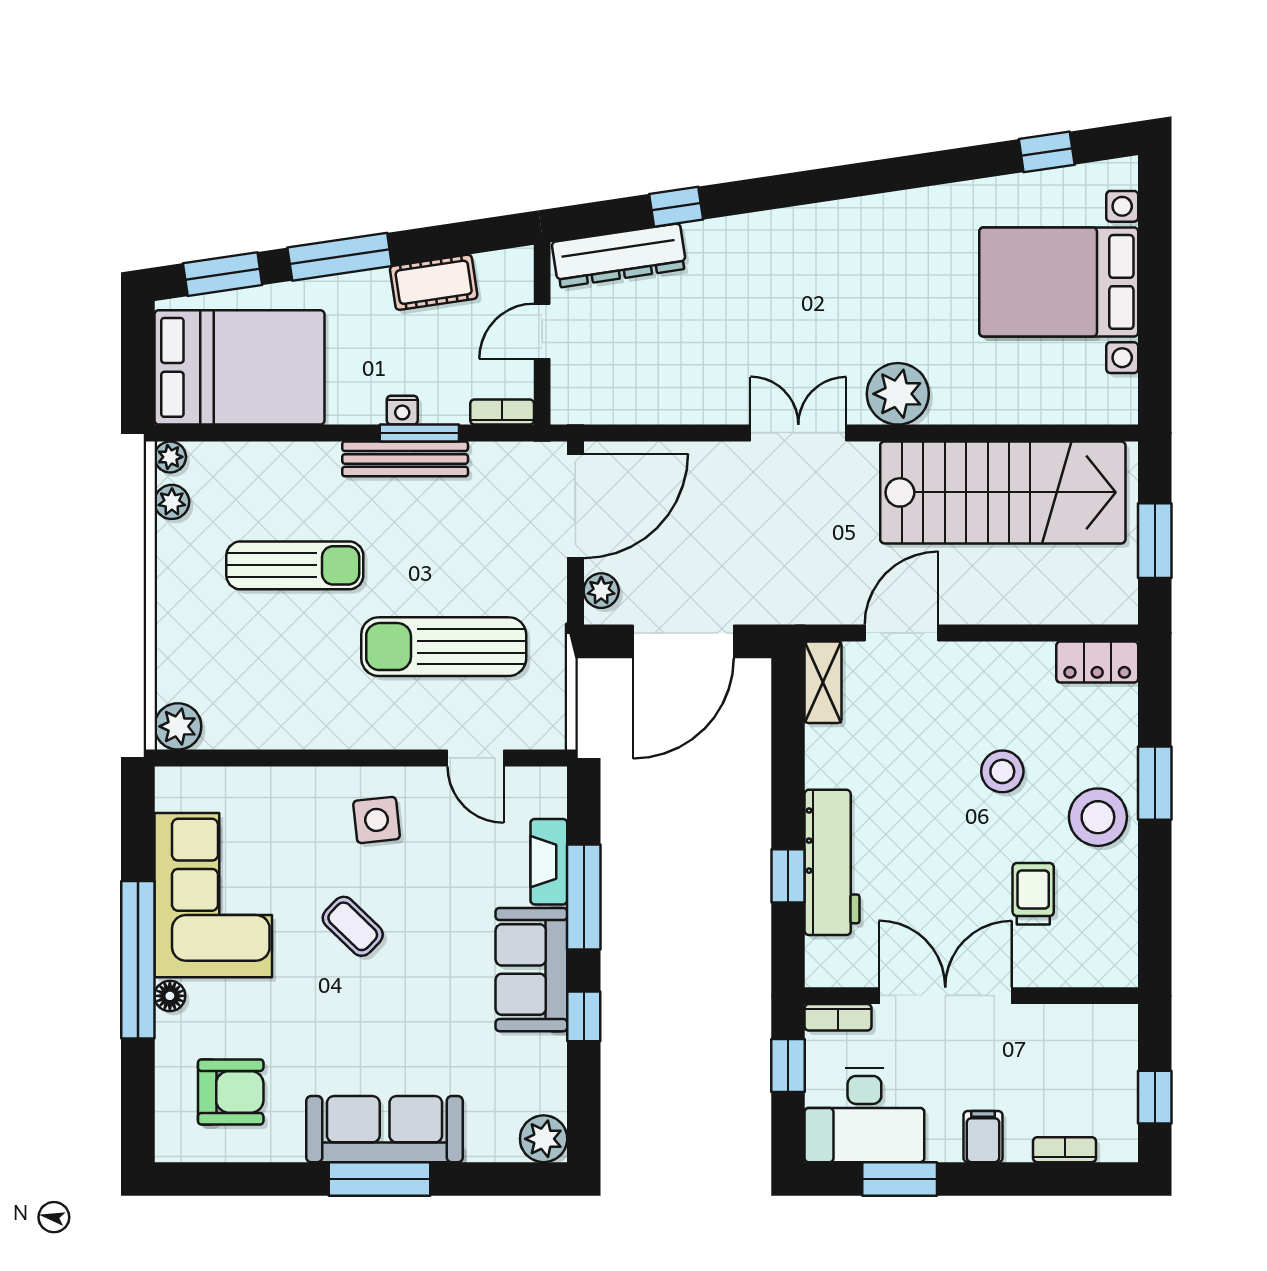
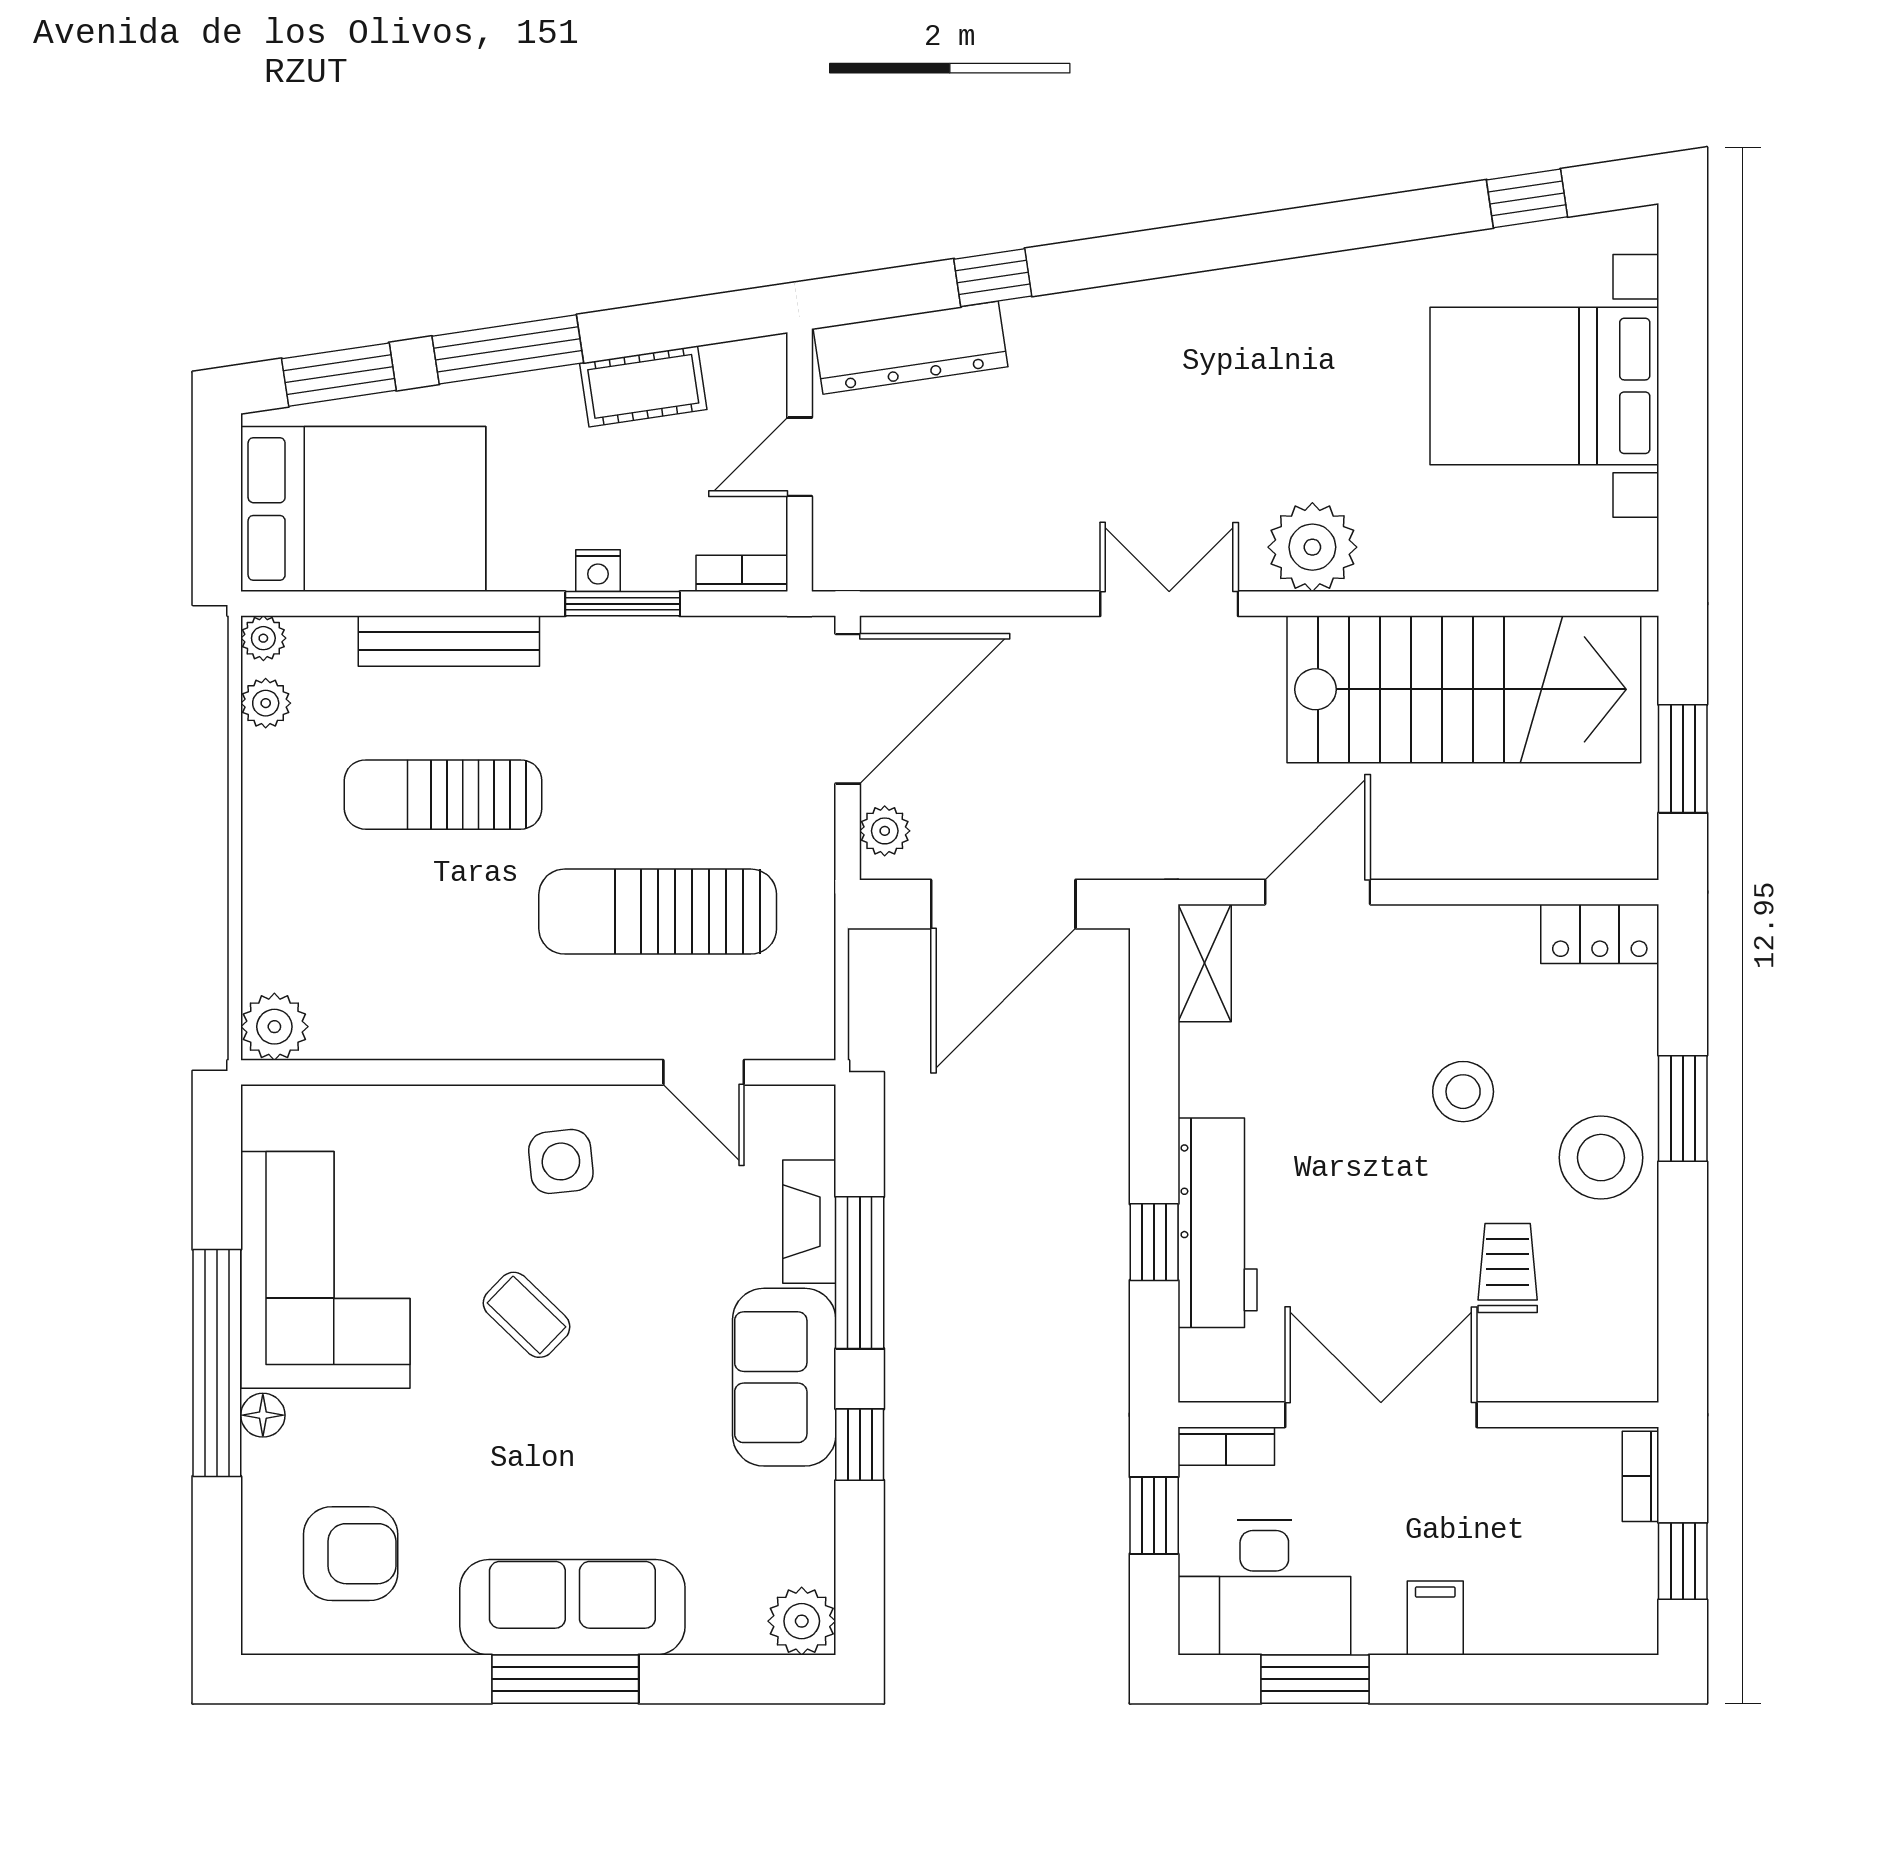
bench: (405, 459) -> (449, 641), moved
sun lounger: (295, 565) -> (443, 795), turned 180
bookcase: (1065, 1150) -> (1641, 1476), moved, turned -90

